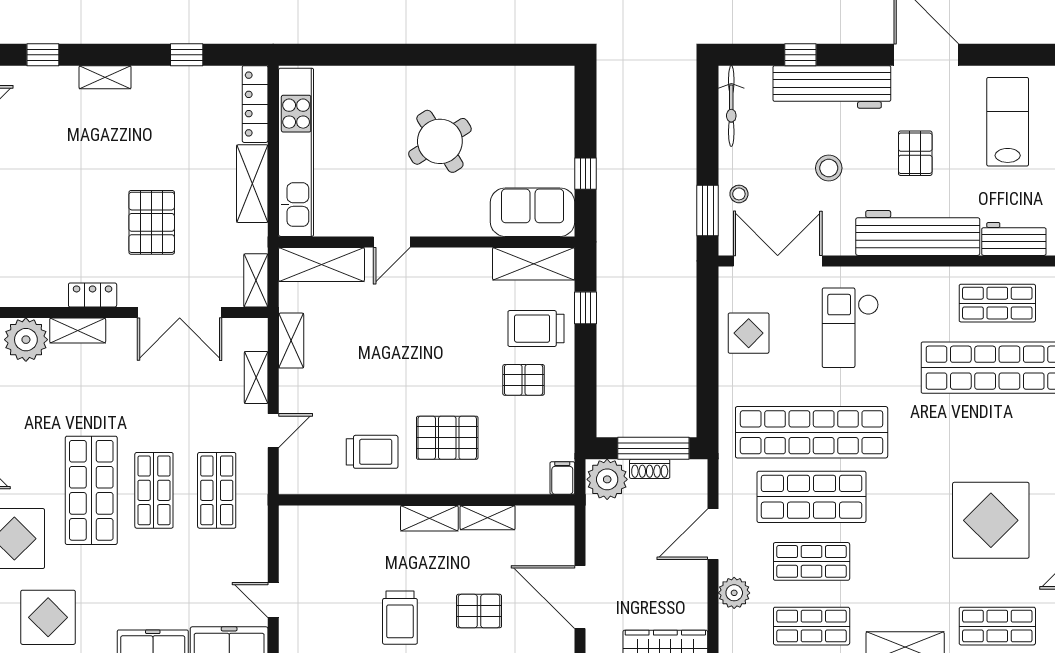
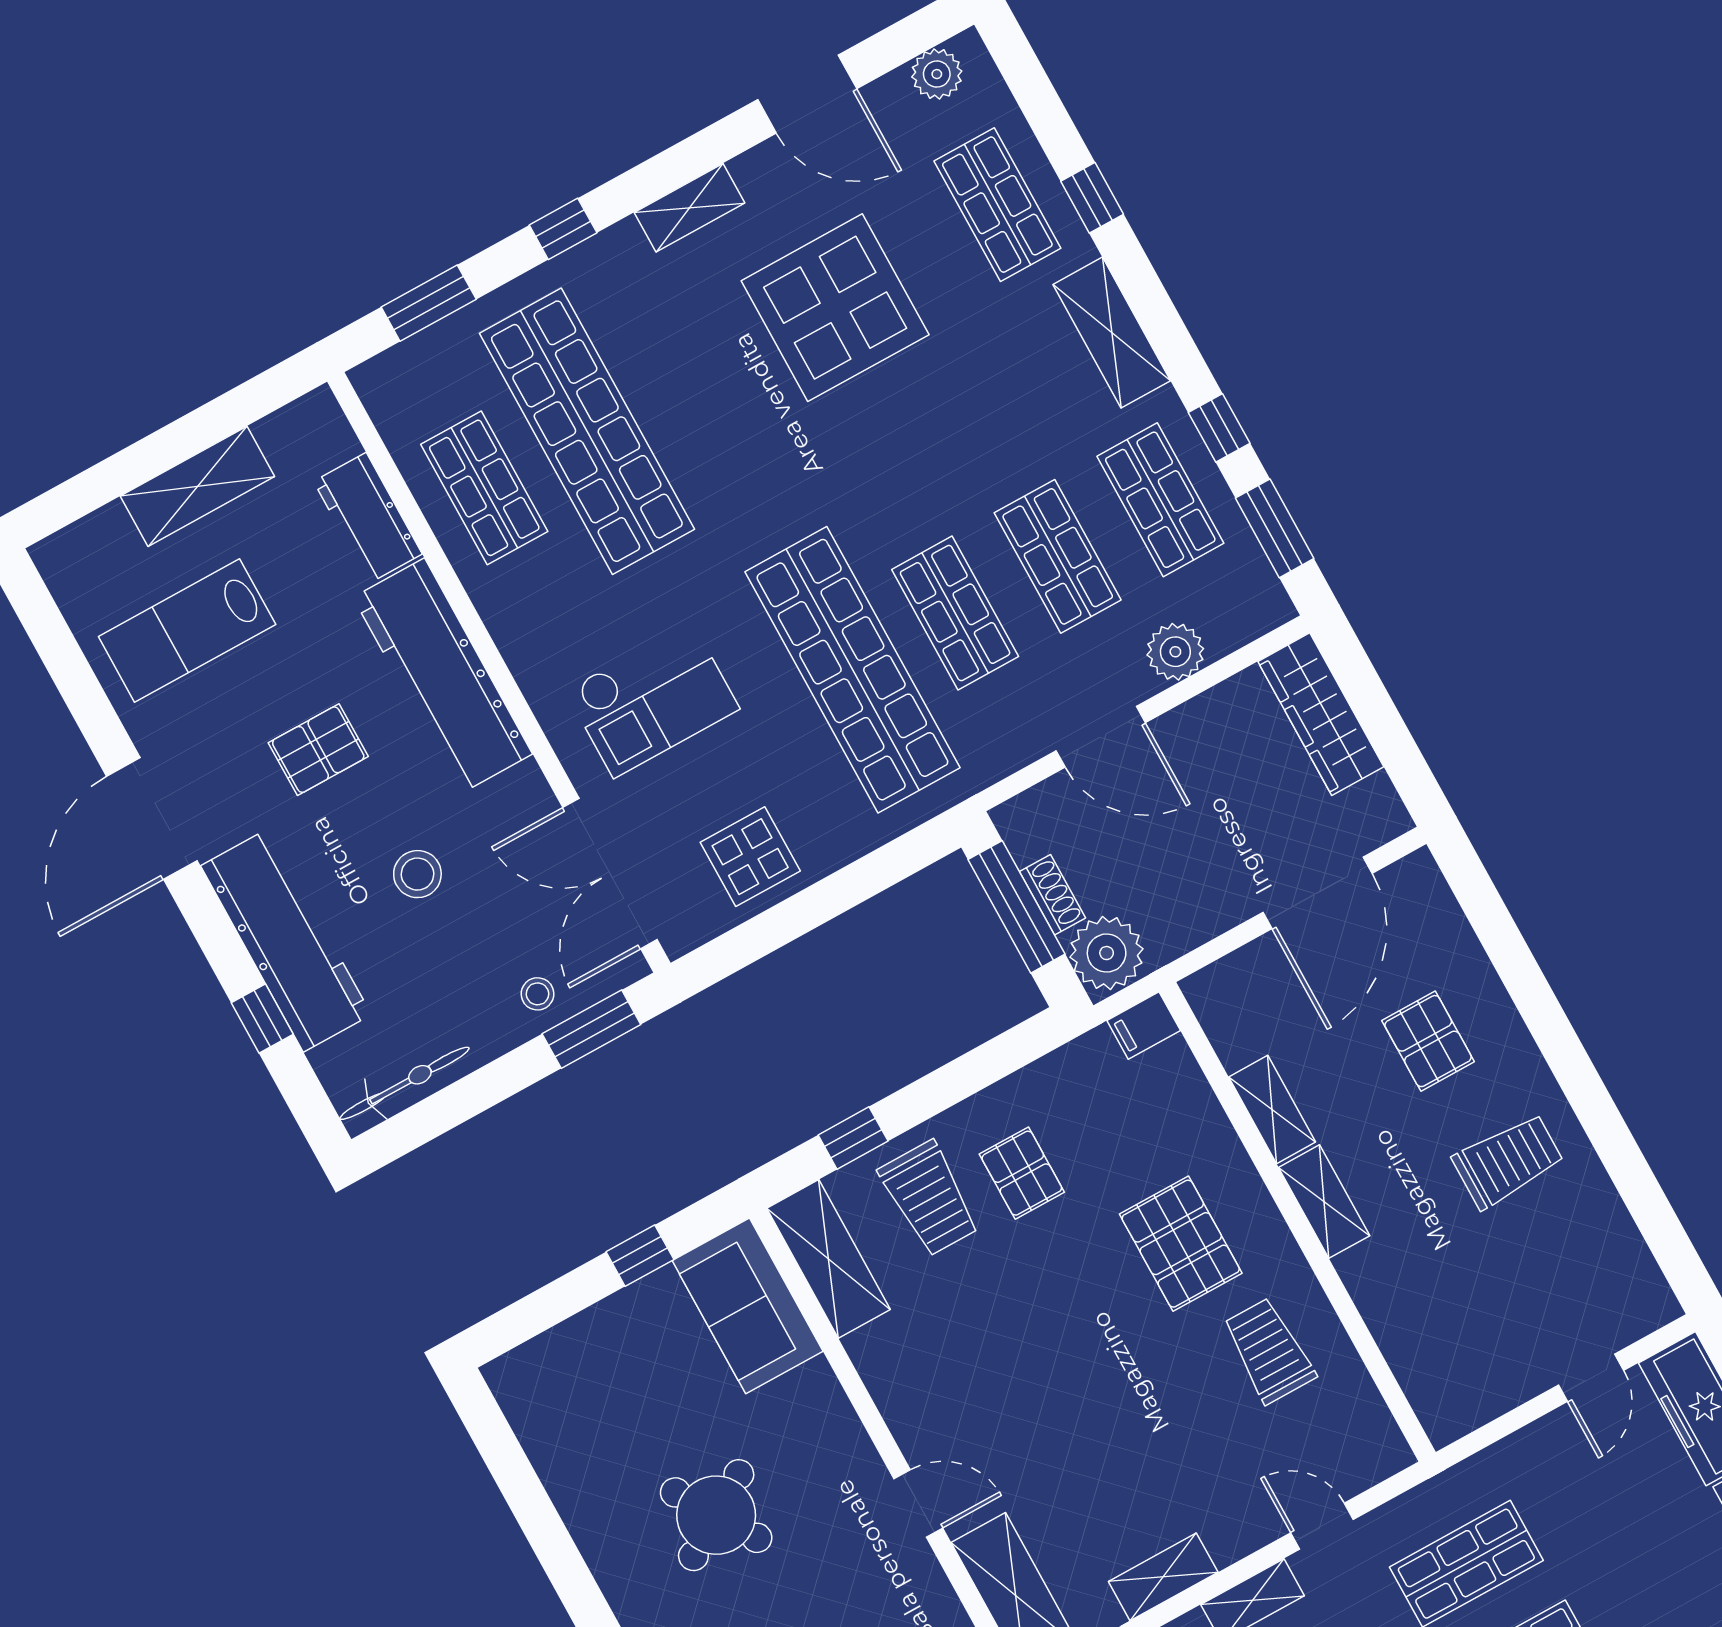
shop shelf: (812, 497) -> (955, 613), width x0.70, depth x0.74

